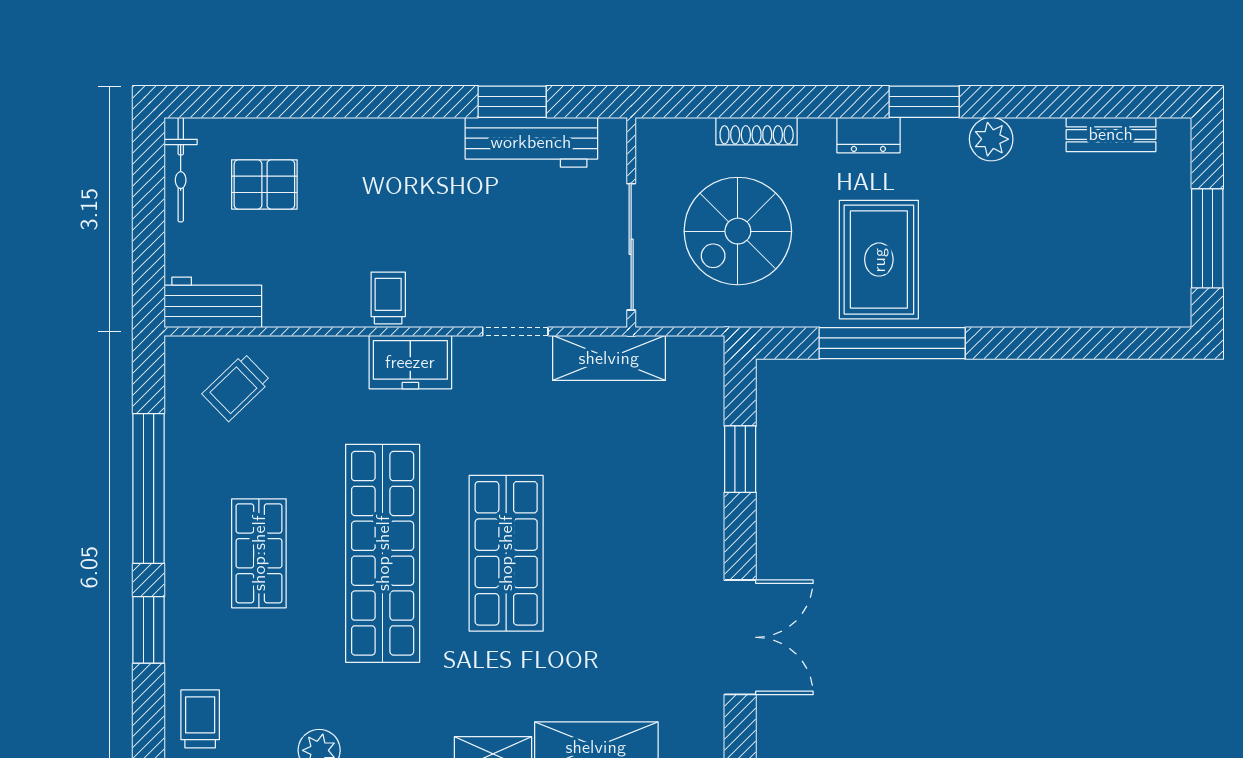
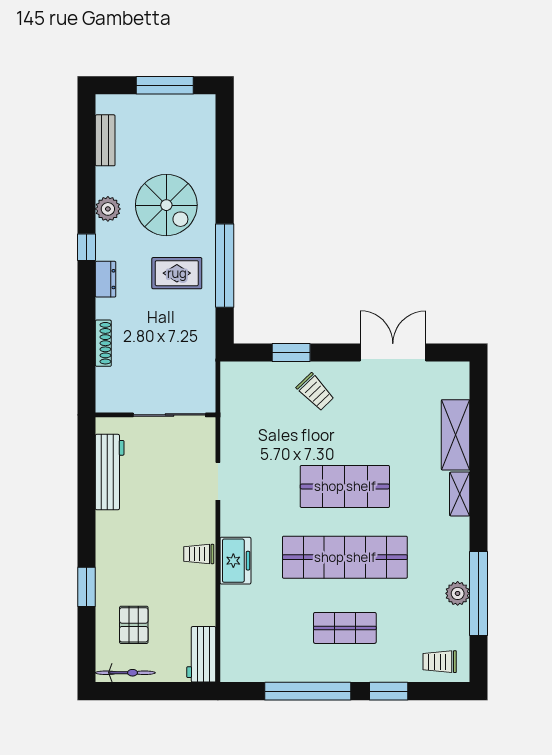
window: (512, 102) -> (87, 587), moved
window: (924, 102) -> (87, 247), width x0.67
spiral stairs: (738, 231) -> (166, 205), moved
rug: (879, 260) -> (177, 273), width x0.73, depth x0.70
shelving: (609, 358) -> (233, 428), removed
freezer: (410, 362) -> (235, 561), moved
trolley: (236, 387) -> (315, 392), moved

